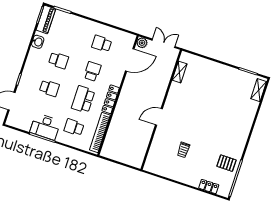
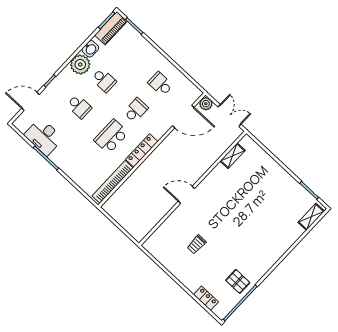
plant: (36, 57) -> (80, 65), added
desk: (45, 127) -> (44, 137), moved
school desk: (74, 127) -> (86, 163), removed

